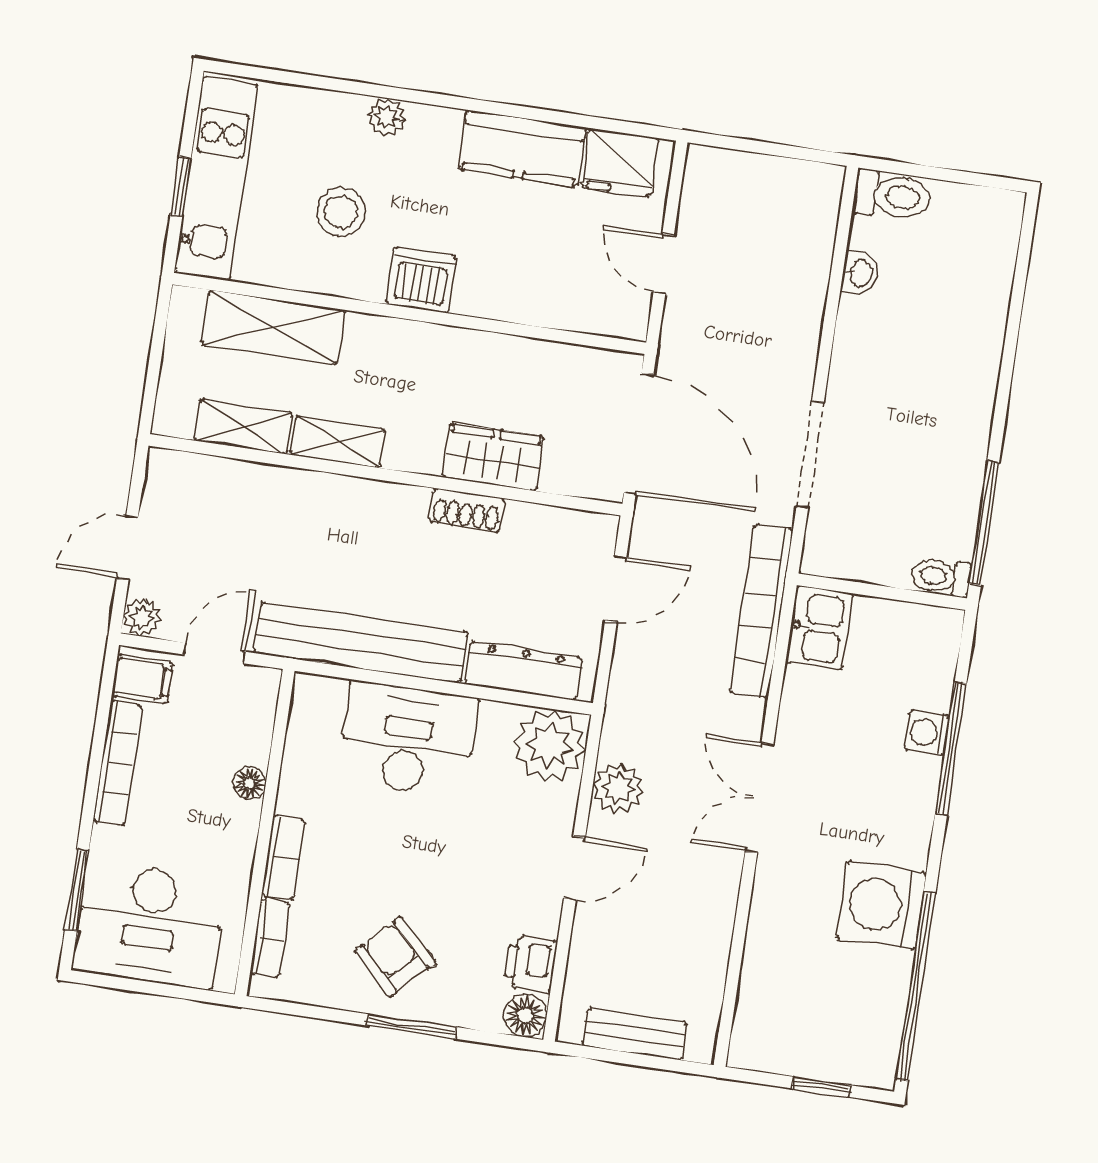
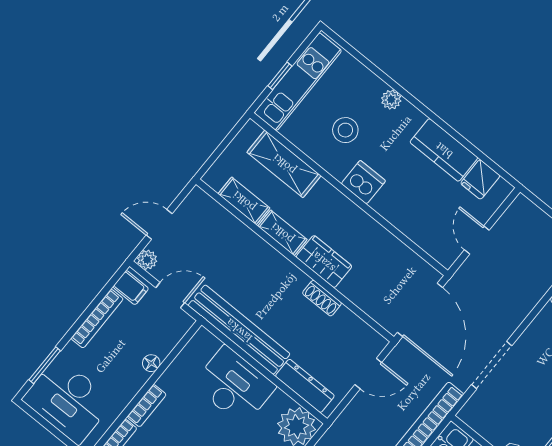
fridge: (620, 163) -> (480, 179), width x0.72
wardrobe: (493, 457) -> (324, 262), moved

